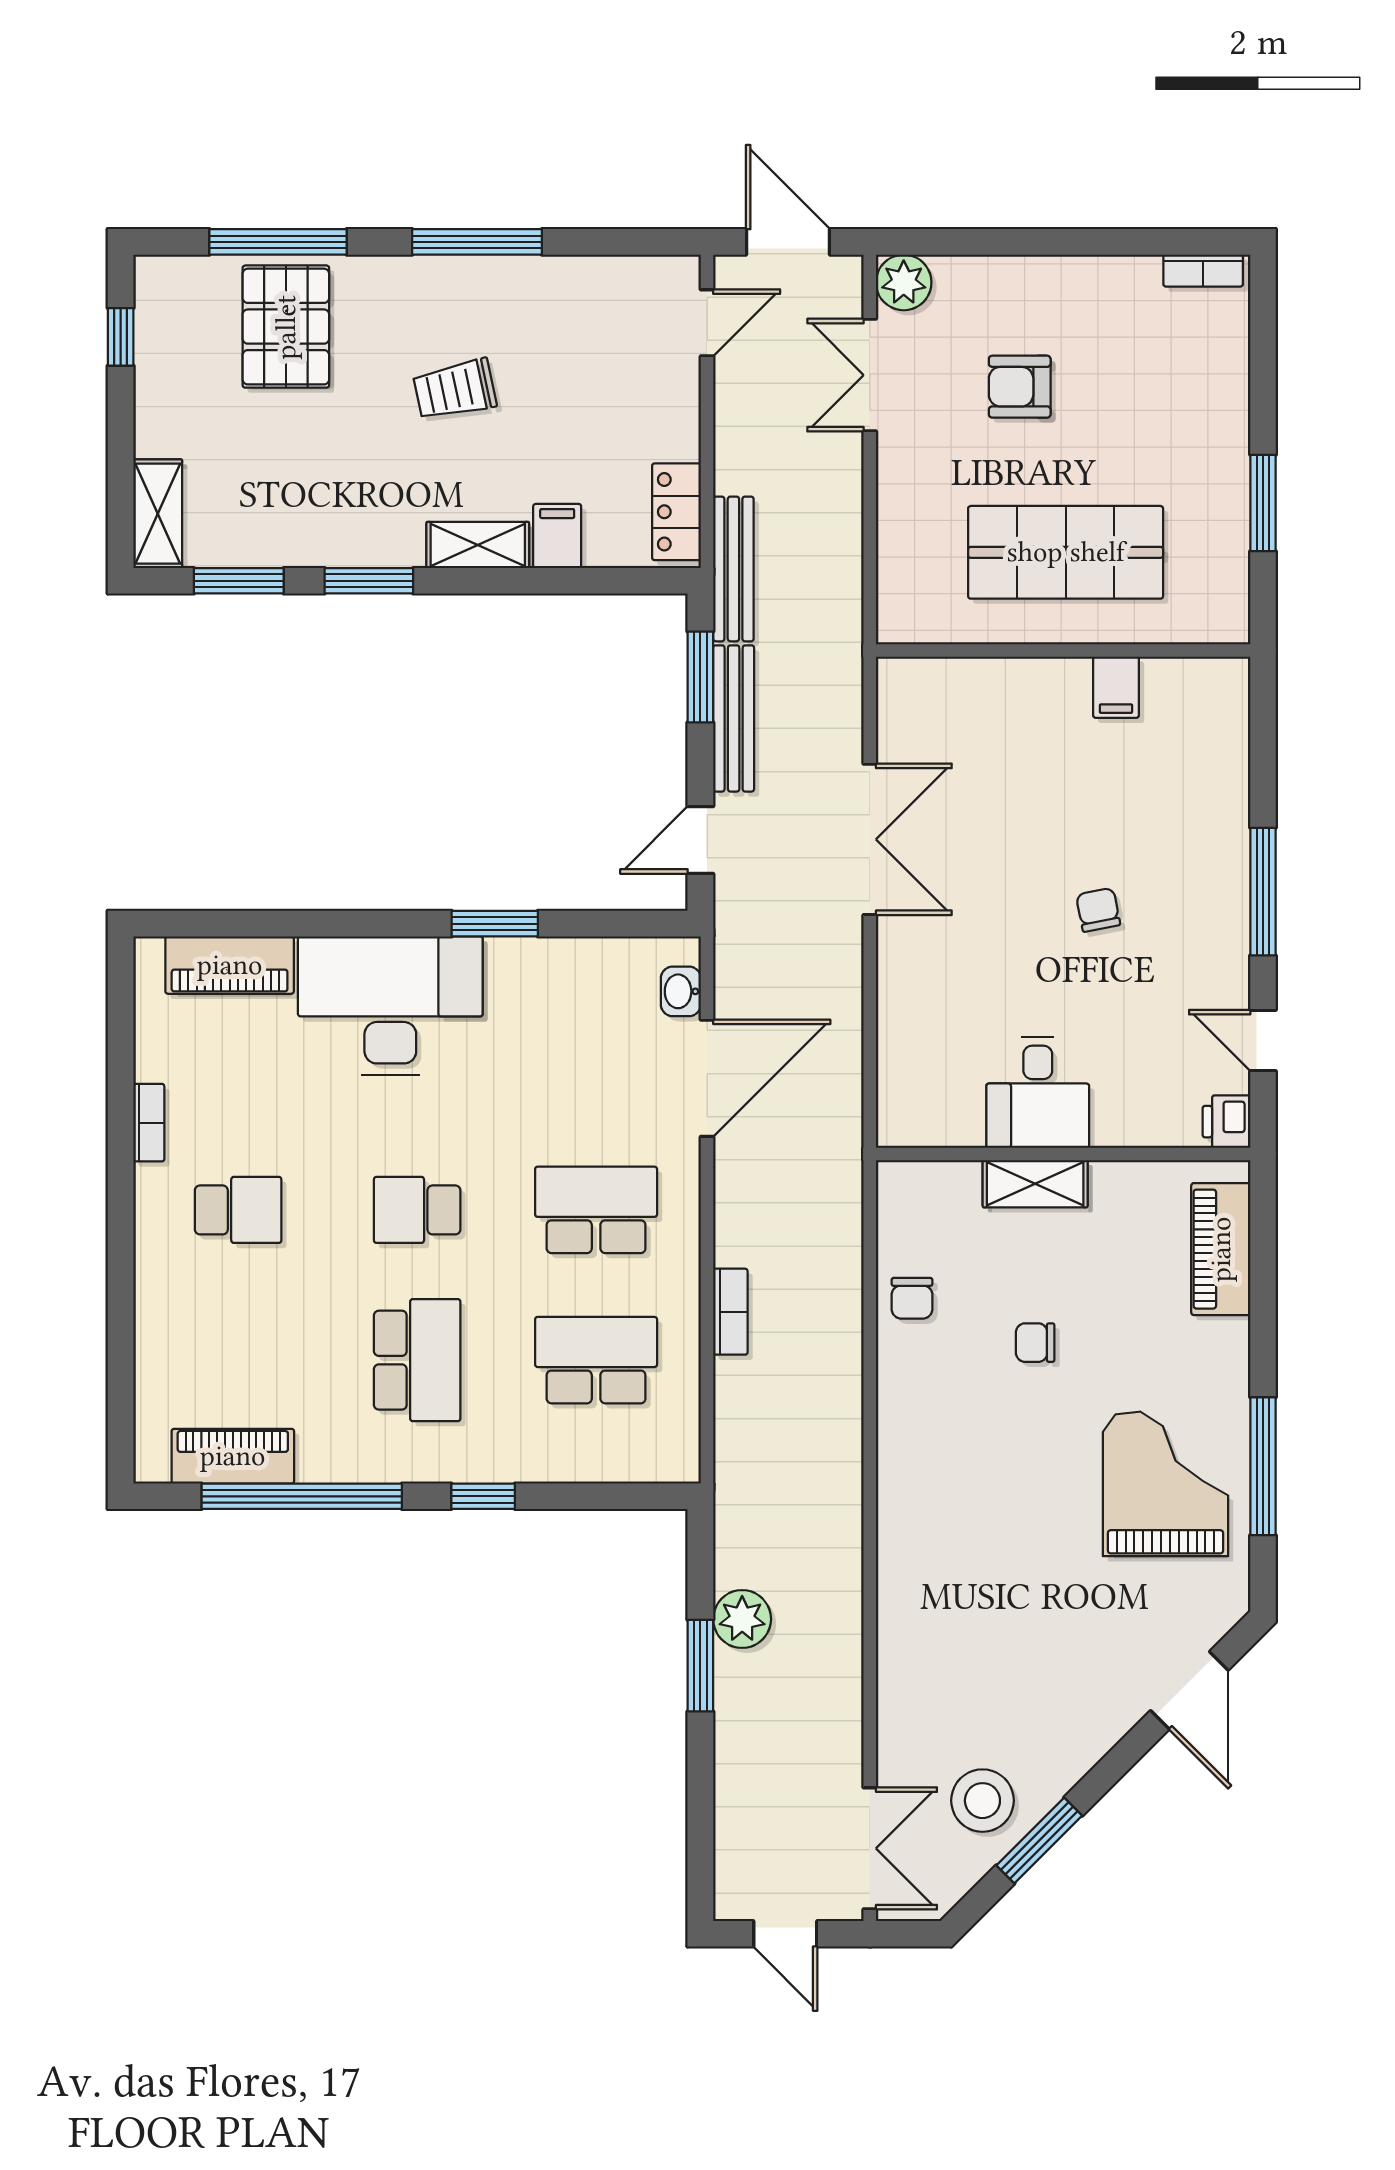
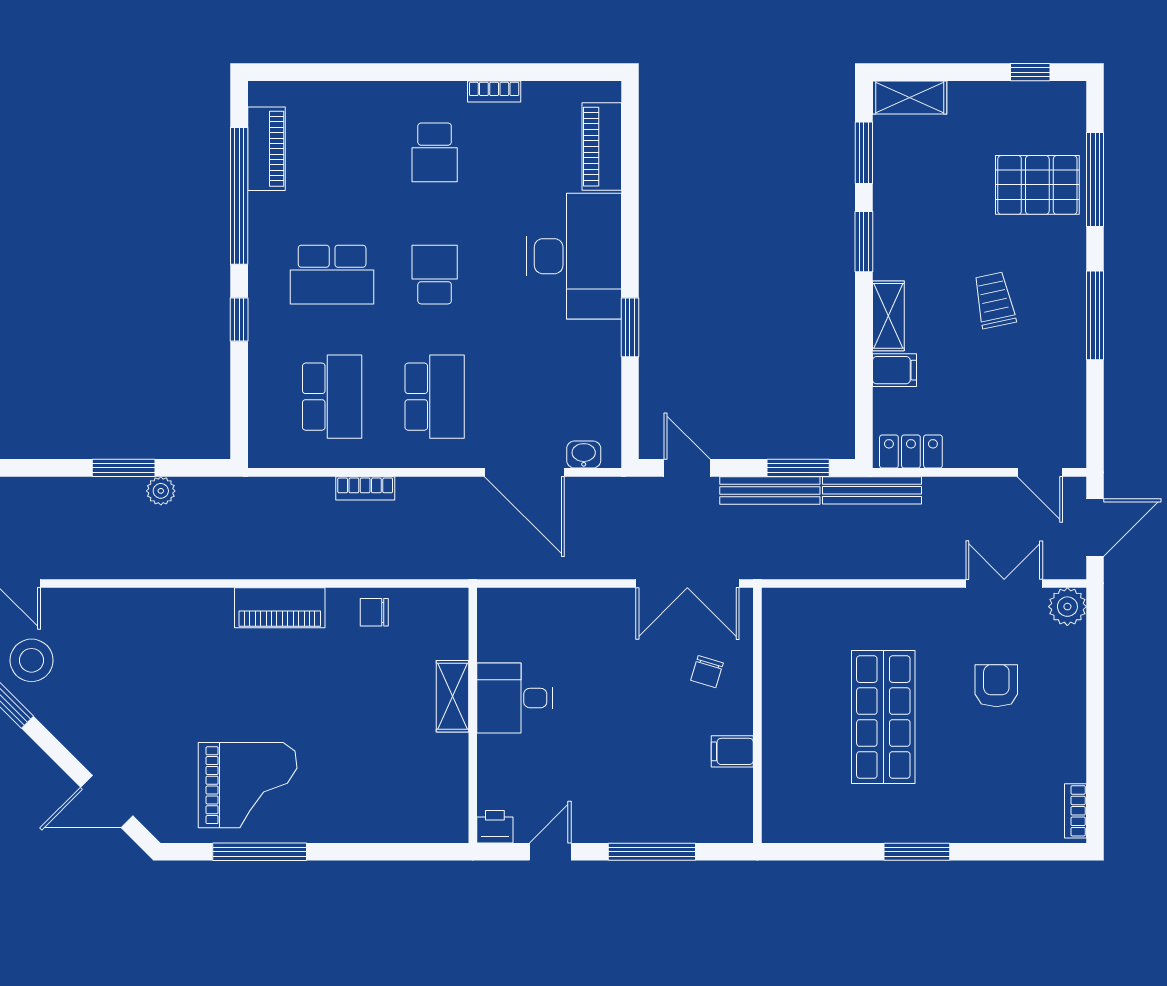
wall: (1063, 650) -> (757, 715), moved
filing cabinet: (1116, 687) -> (732, 751), moved
chair: (1098, 910) -> (707, 672), moved, turned 118
piano: (1221, 1249) -> (280, 608), moved, turned 180
chair: (1035, 1343) -> (344, 696), removed
plant: (742, 1619) -> (161, 491), width x0.73, depth x0.73

